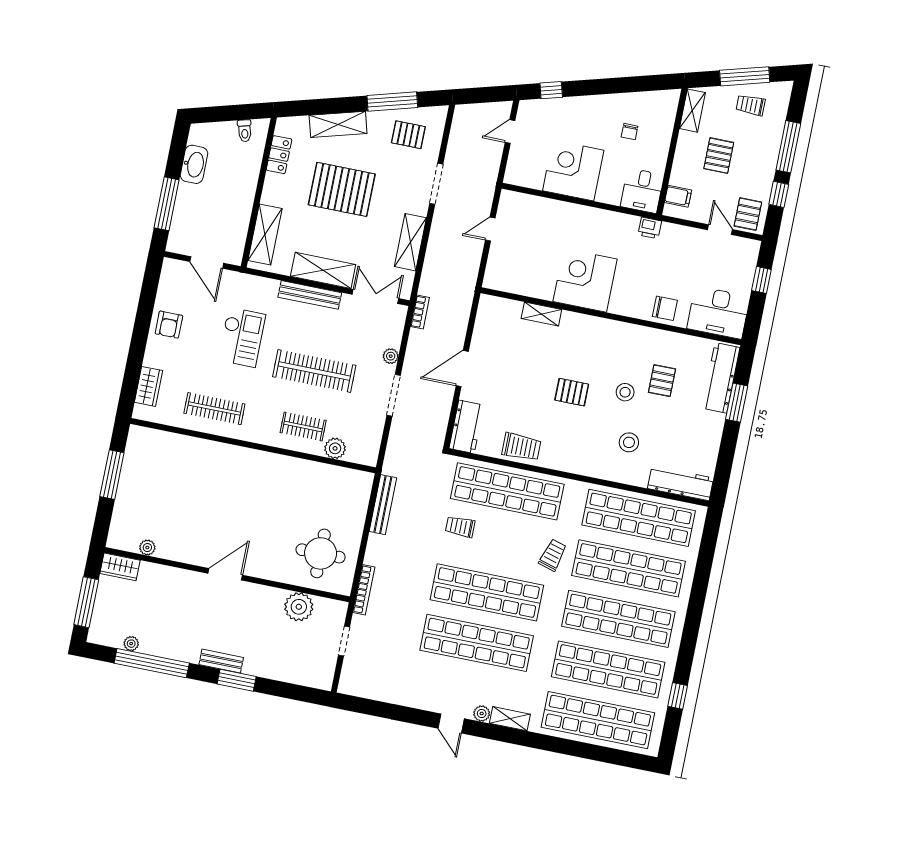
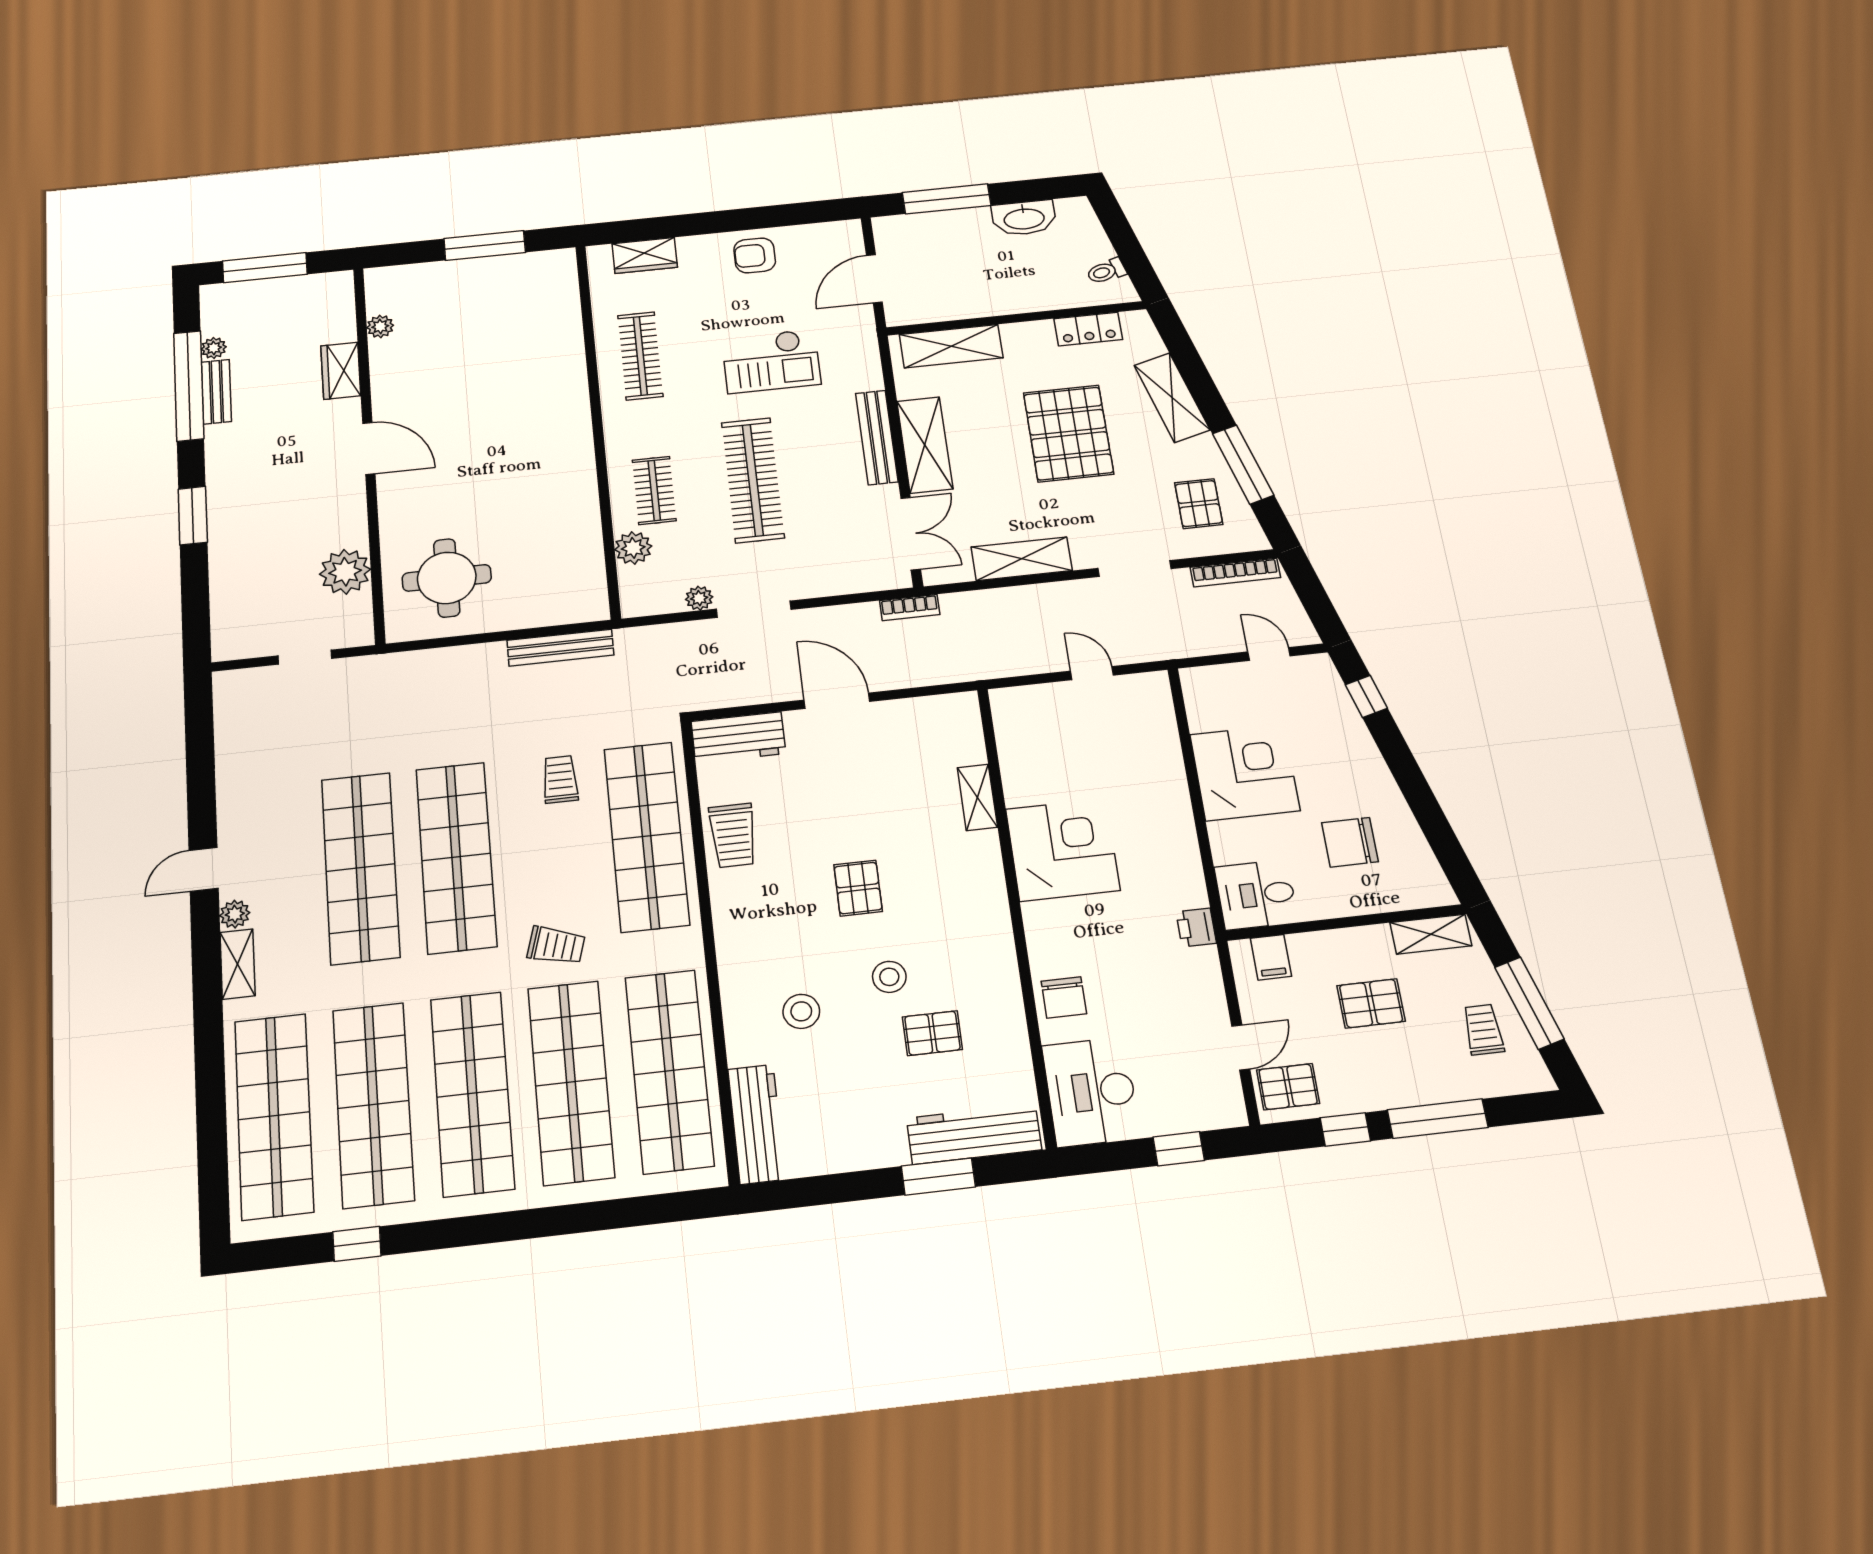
chair: (630, 132) -> (1350, 842), width x1.87, depth x1.87
plant: (391, 356) -> (699, 598), moved
wardrobe: (120, 567) -> (341, 371), moved
bookcase: (364, 590) -> (1235, 572), moved
bench: (221, 661) -> (216, 392), moved

